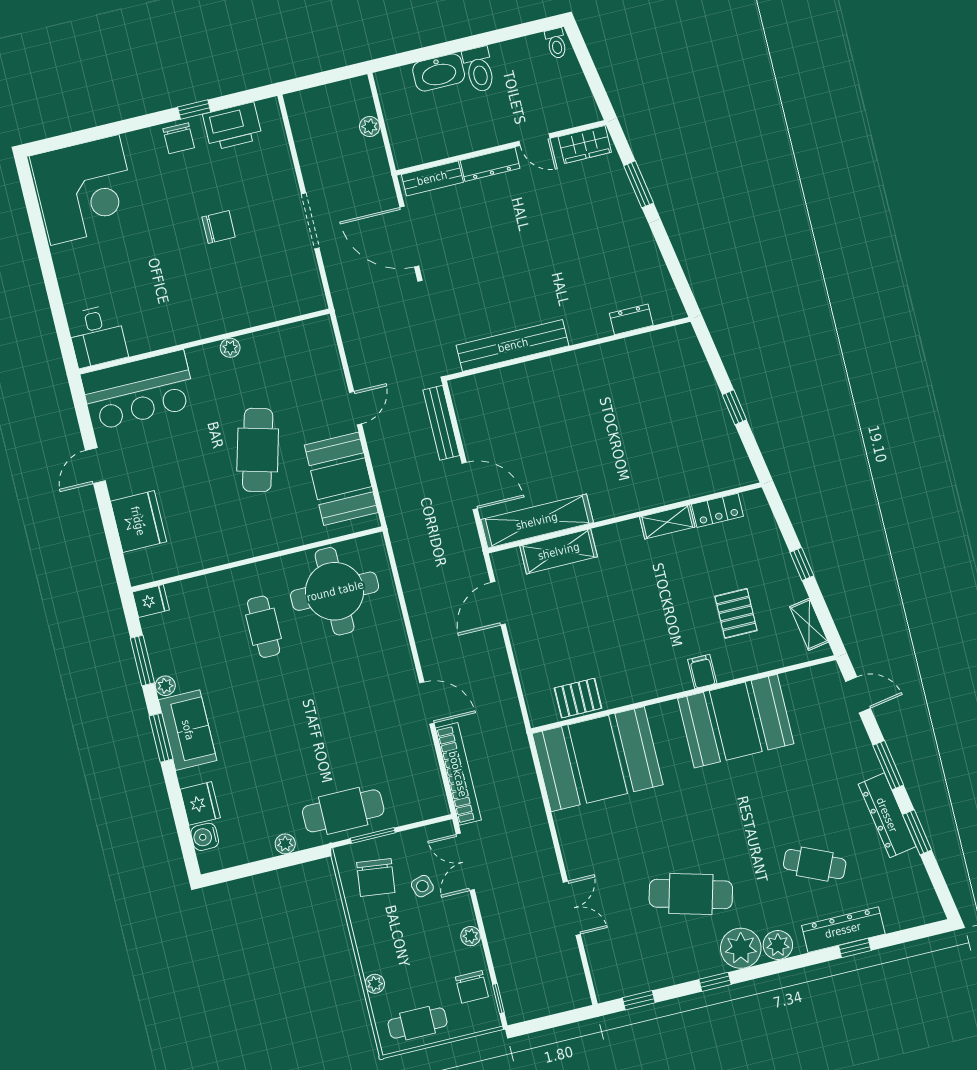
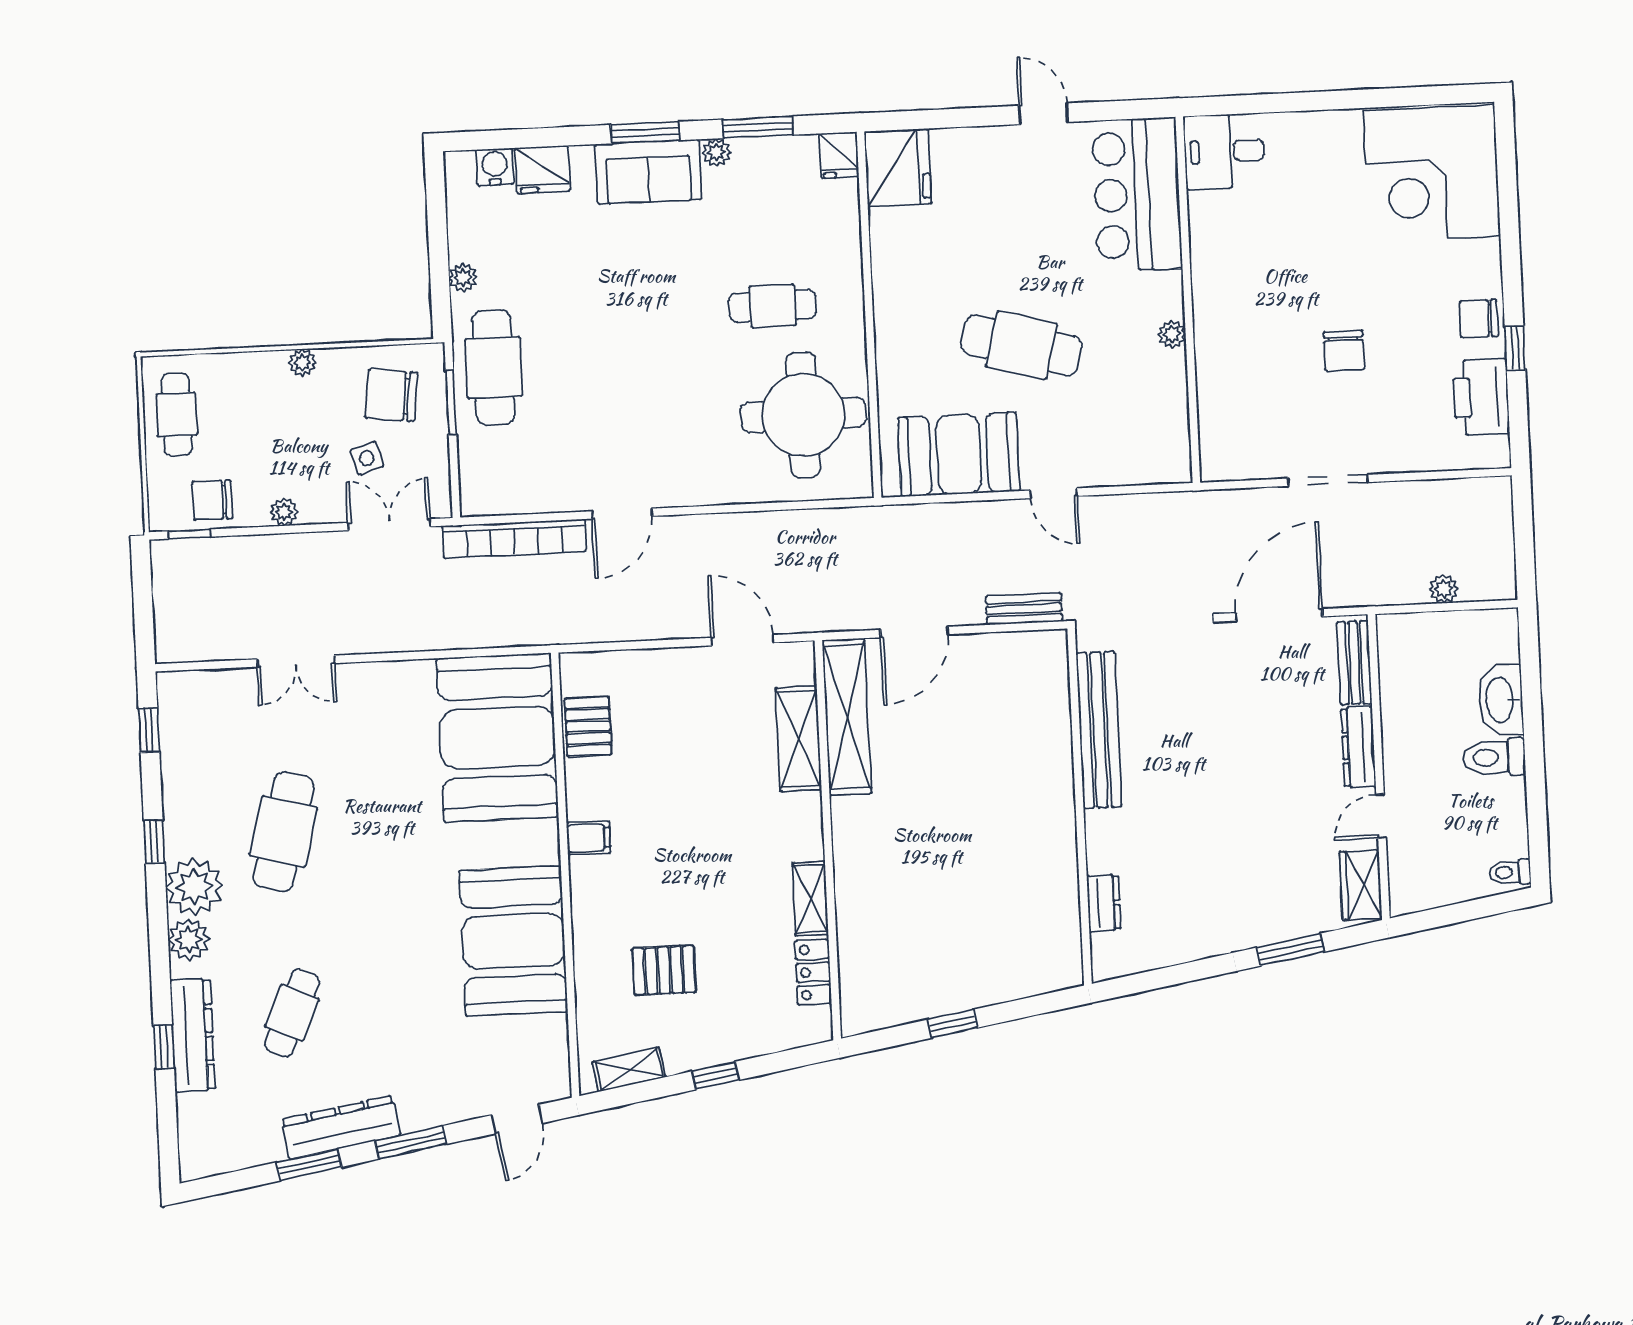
bench: (441, 423) -> (1024, 609), width x0.73
fridge: (138, 521) -> (898, 168), moved, turned -90
filing cabinet: (702, 671) -> (589, 838), moved
plant: (375, 984) -> (302, 363), moved

